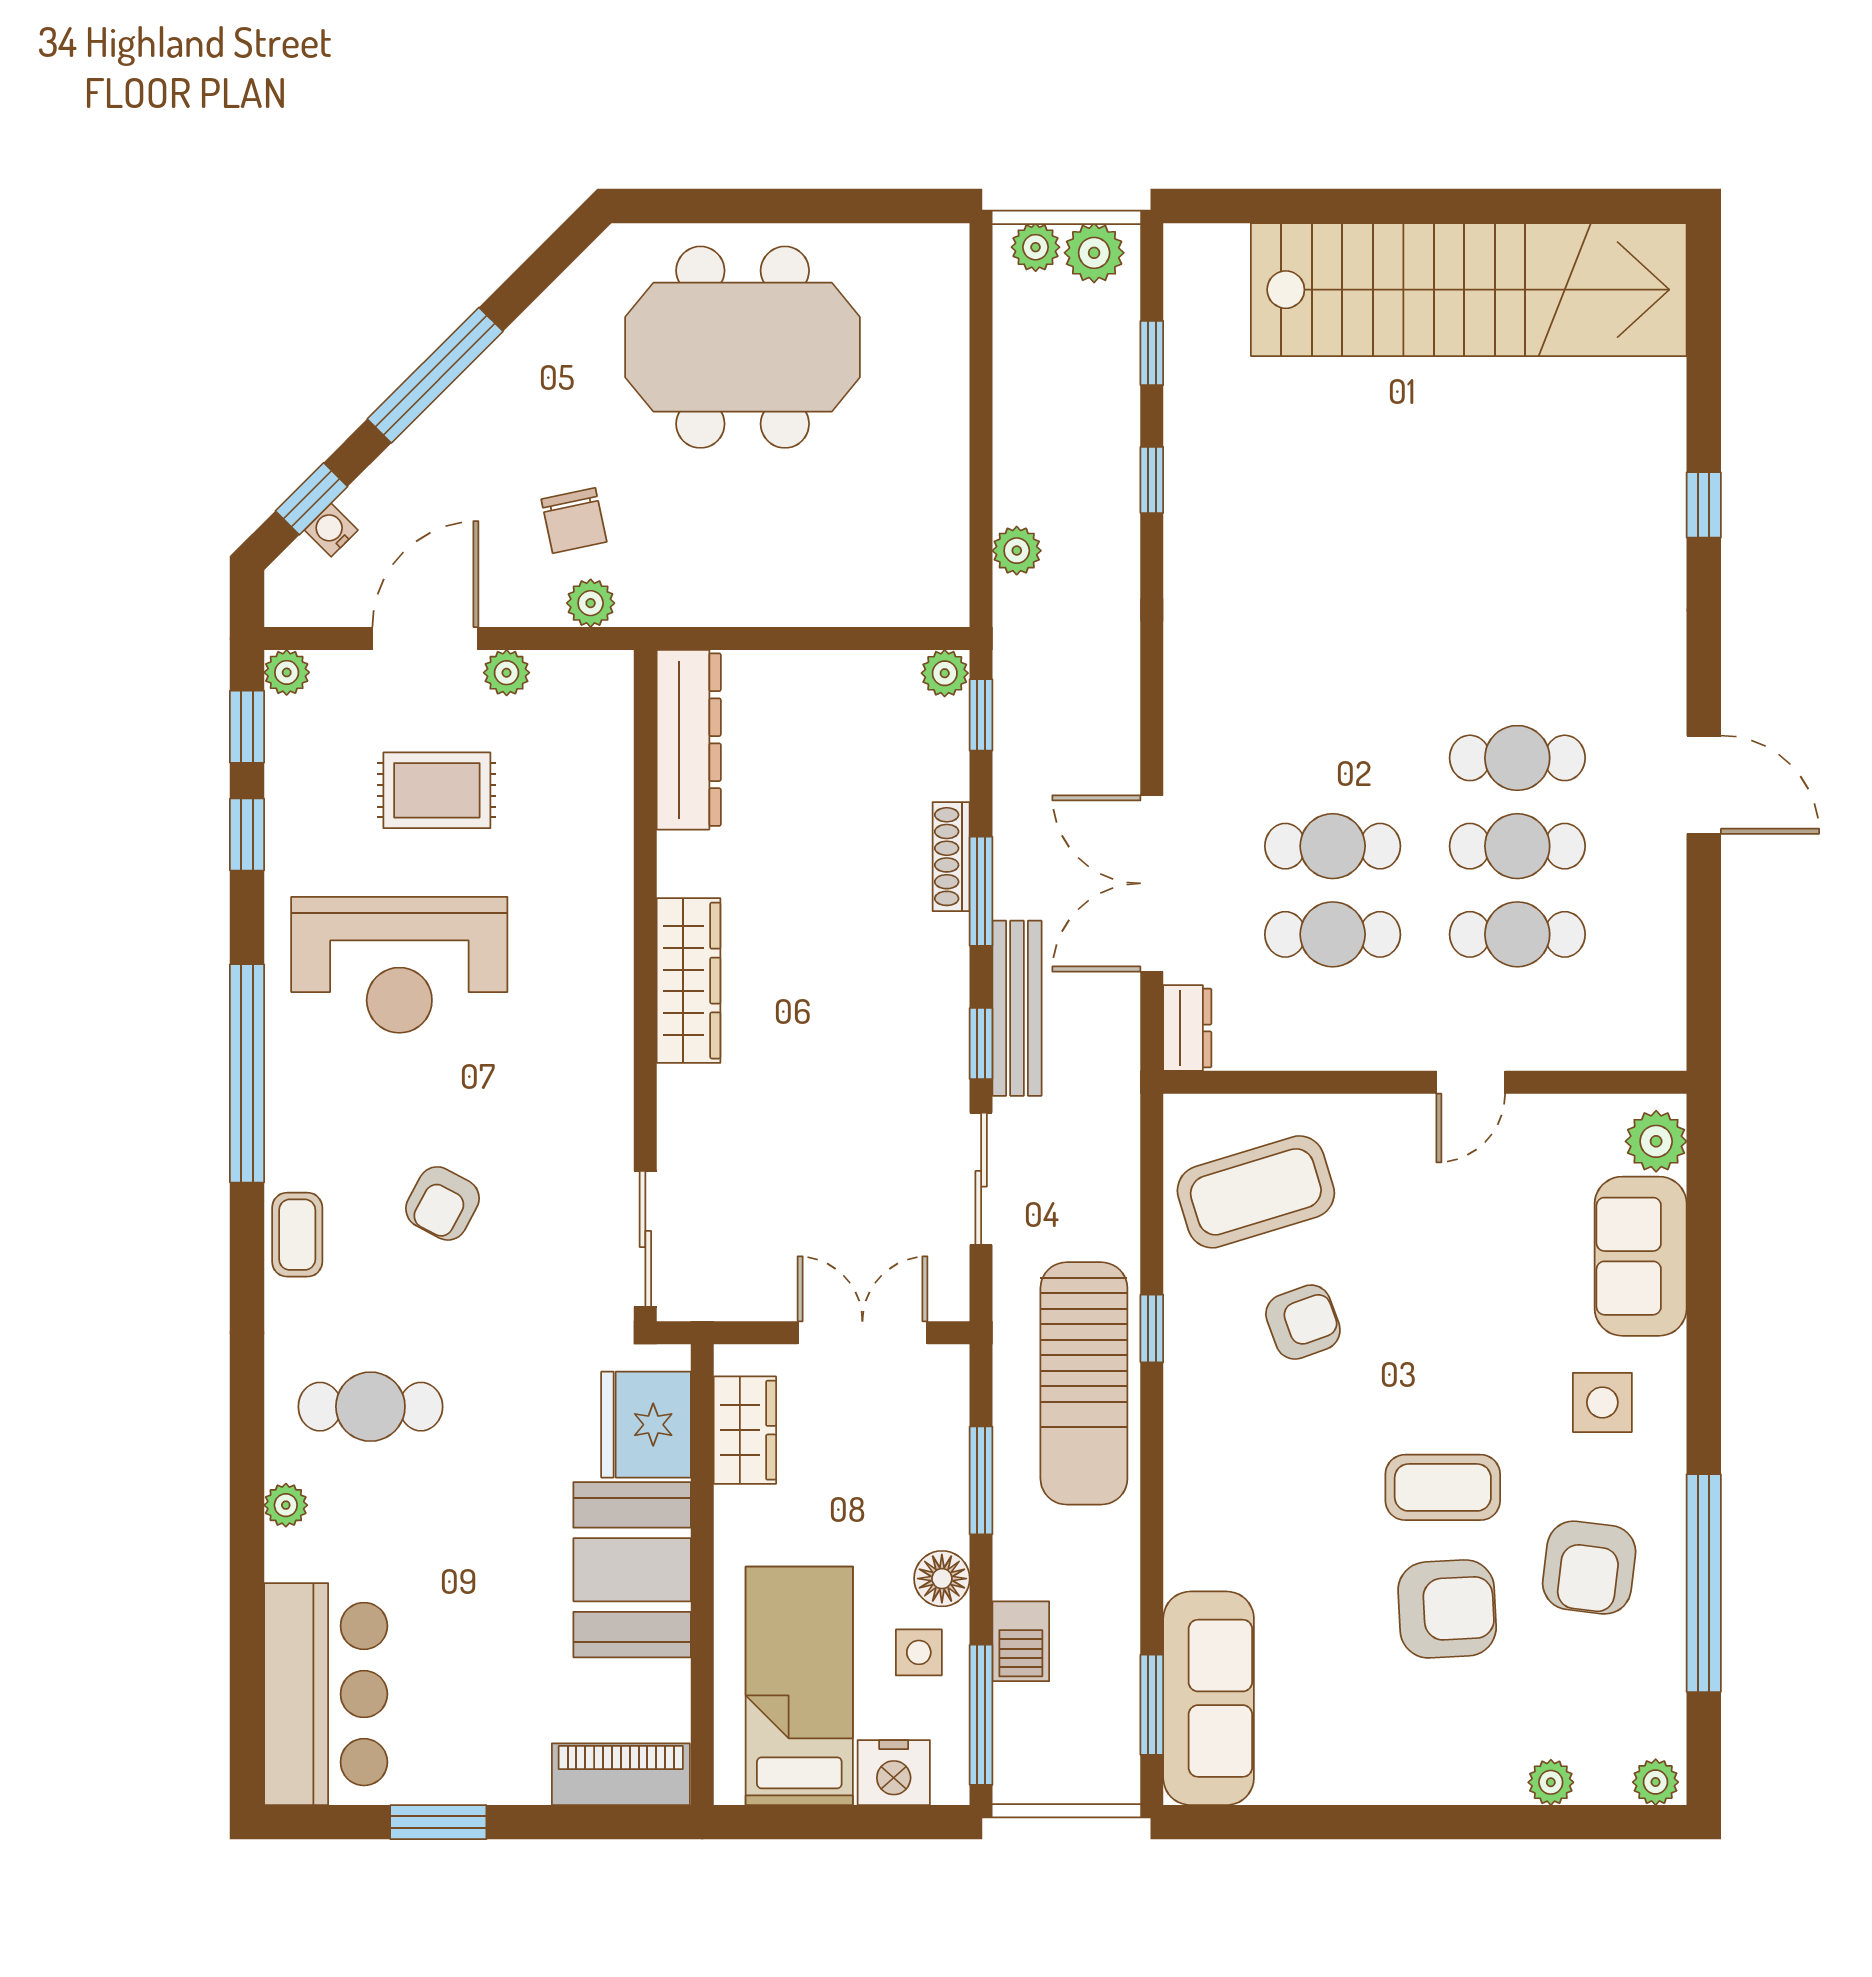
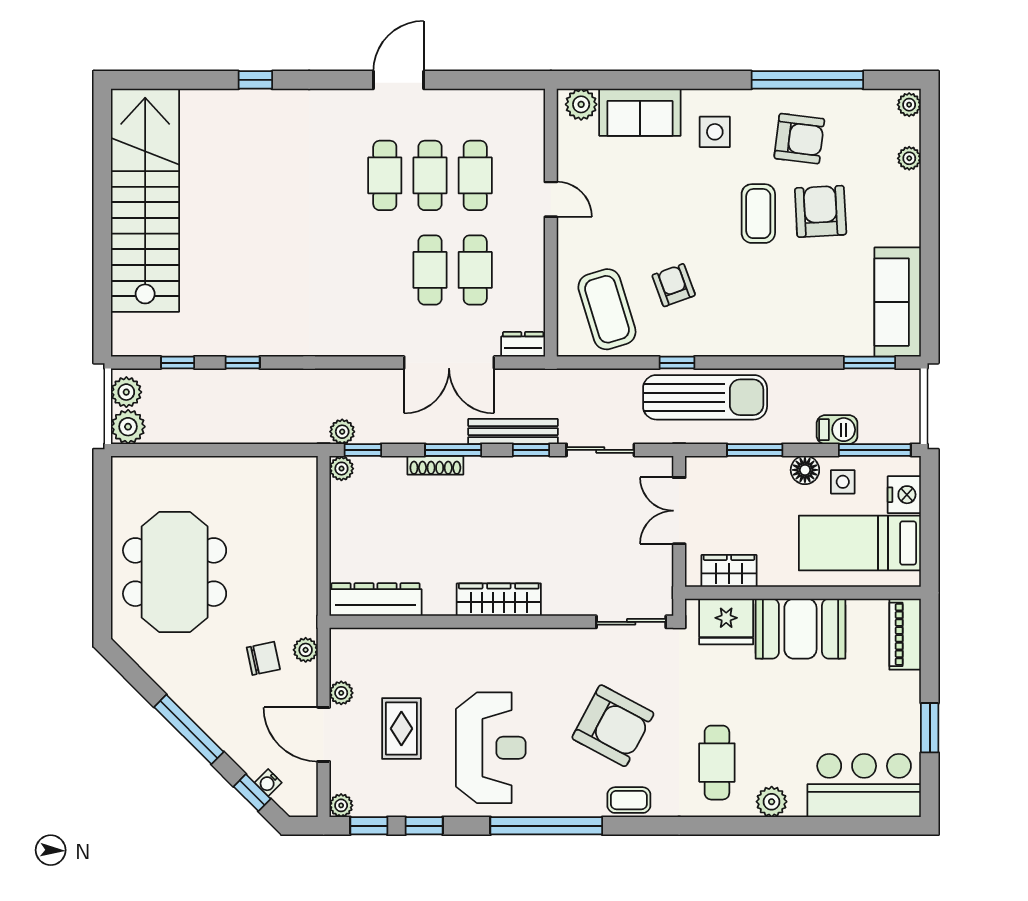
plant: (1036, 247) -> (128, 427), width x1.38, depth x1.38
plant: (1017, 551) -> (342, 432), moved
armchair: (442, 1203) -> (613, 726), width x1.88, depth x1.88
plant: (286, 1505) -> (772, 802), width x1.38, depth x1.38
sofa: (1209, 1698) -> (898, 302), moved, turned -90

